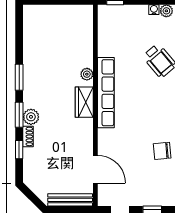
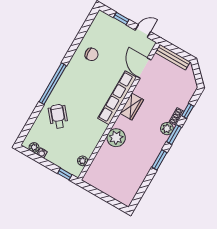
plant: (104, 27) -> (83, 161), added
plant: (87, 74) -> (116, 138), width x1.87, depth x1.87
row of seats: (106, 93) -> (117, 98), moved
wardrobe: (84, 102) -> (132, 106), moved

